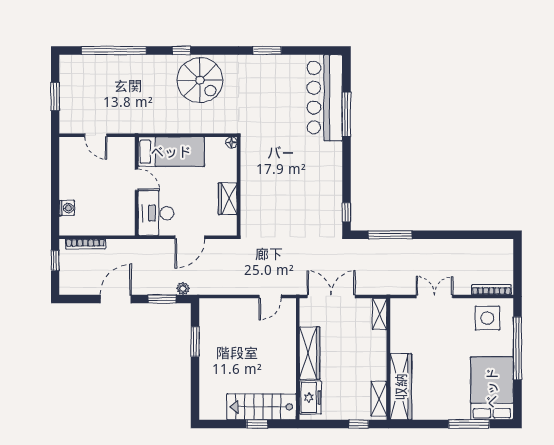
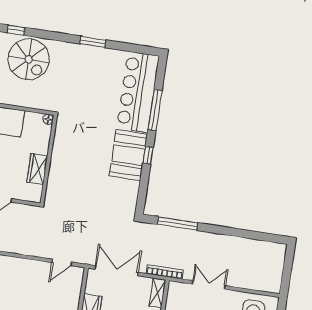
booth: (325, 168) -> (128, 155), added
window: (346, 212) -> (148, 155), moved
bookcase: (491, 290) -> (165, 272), moved

